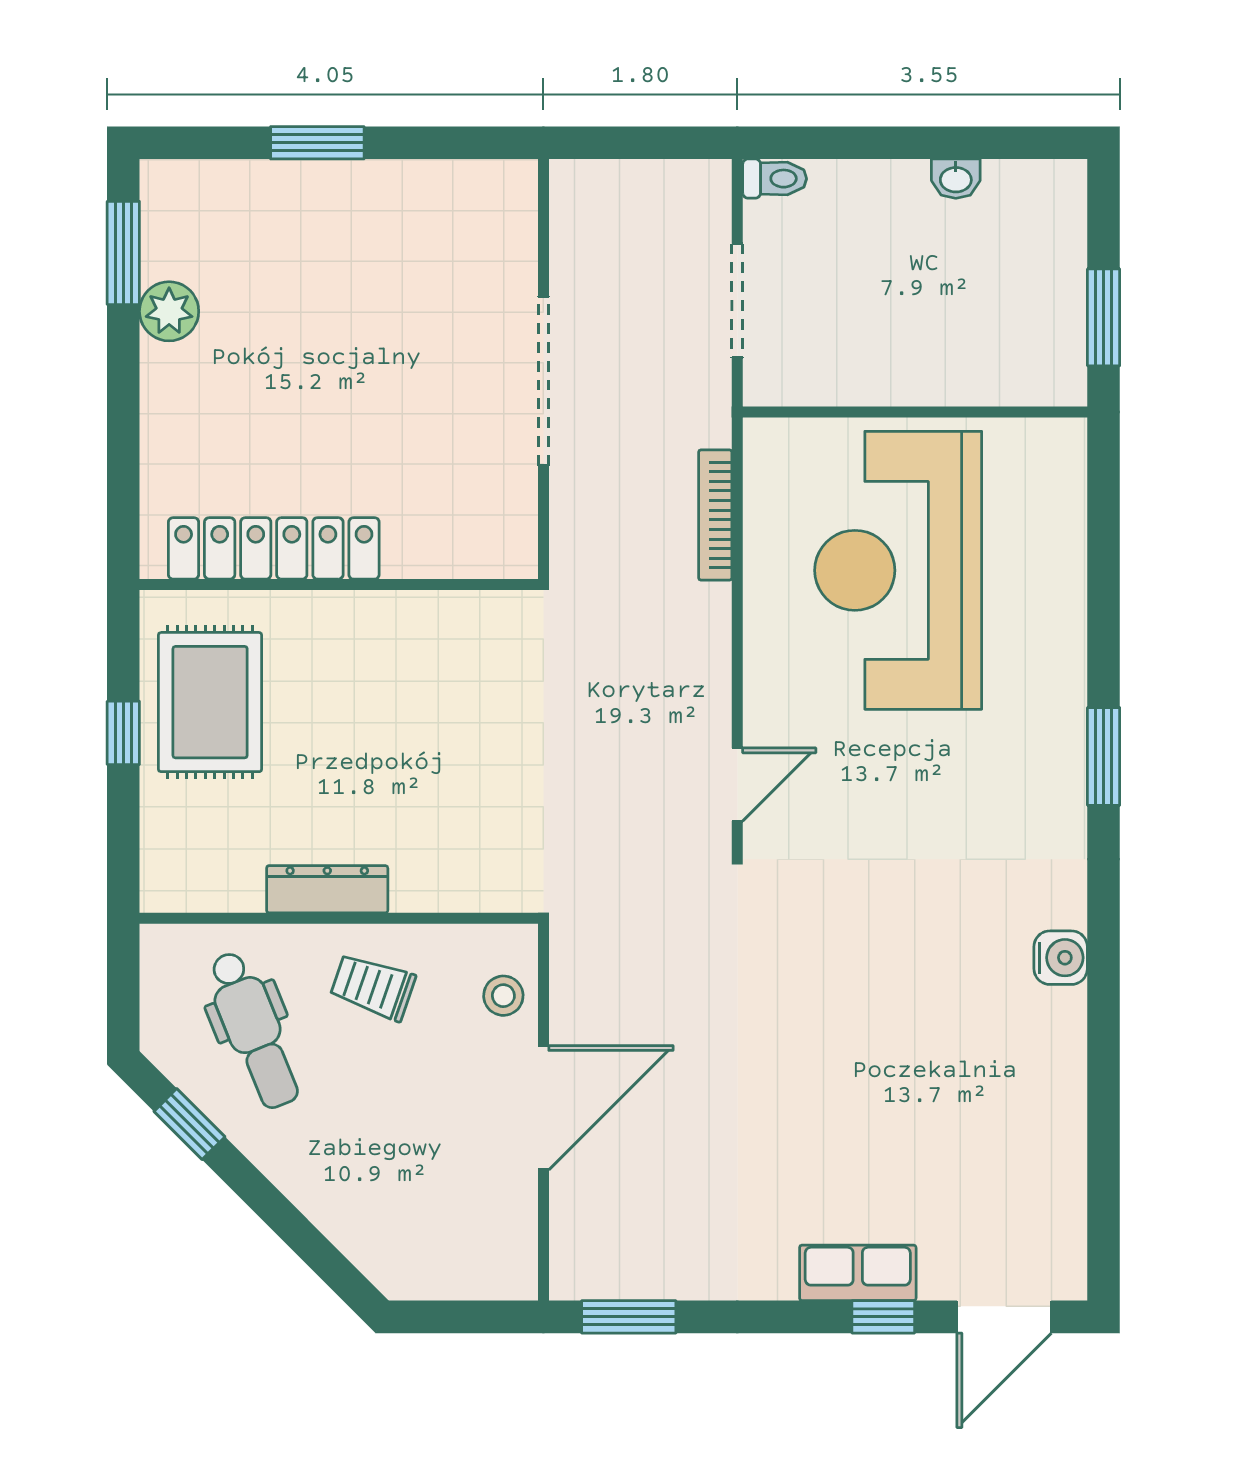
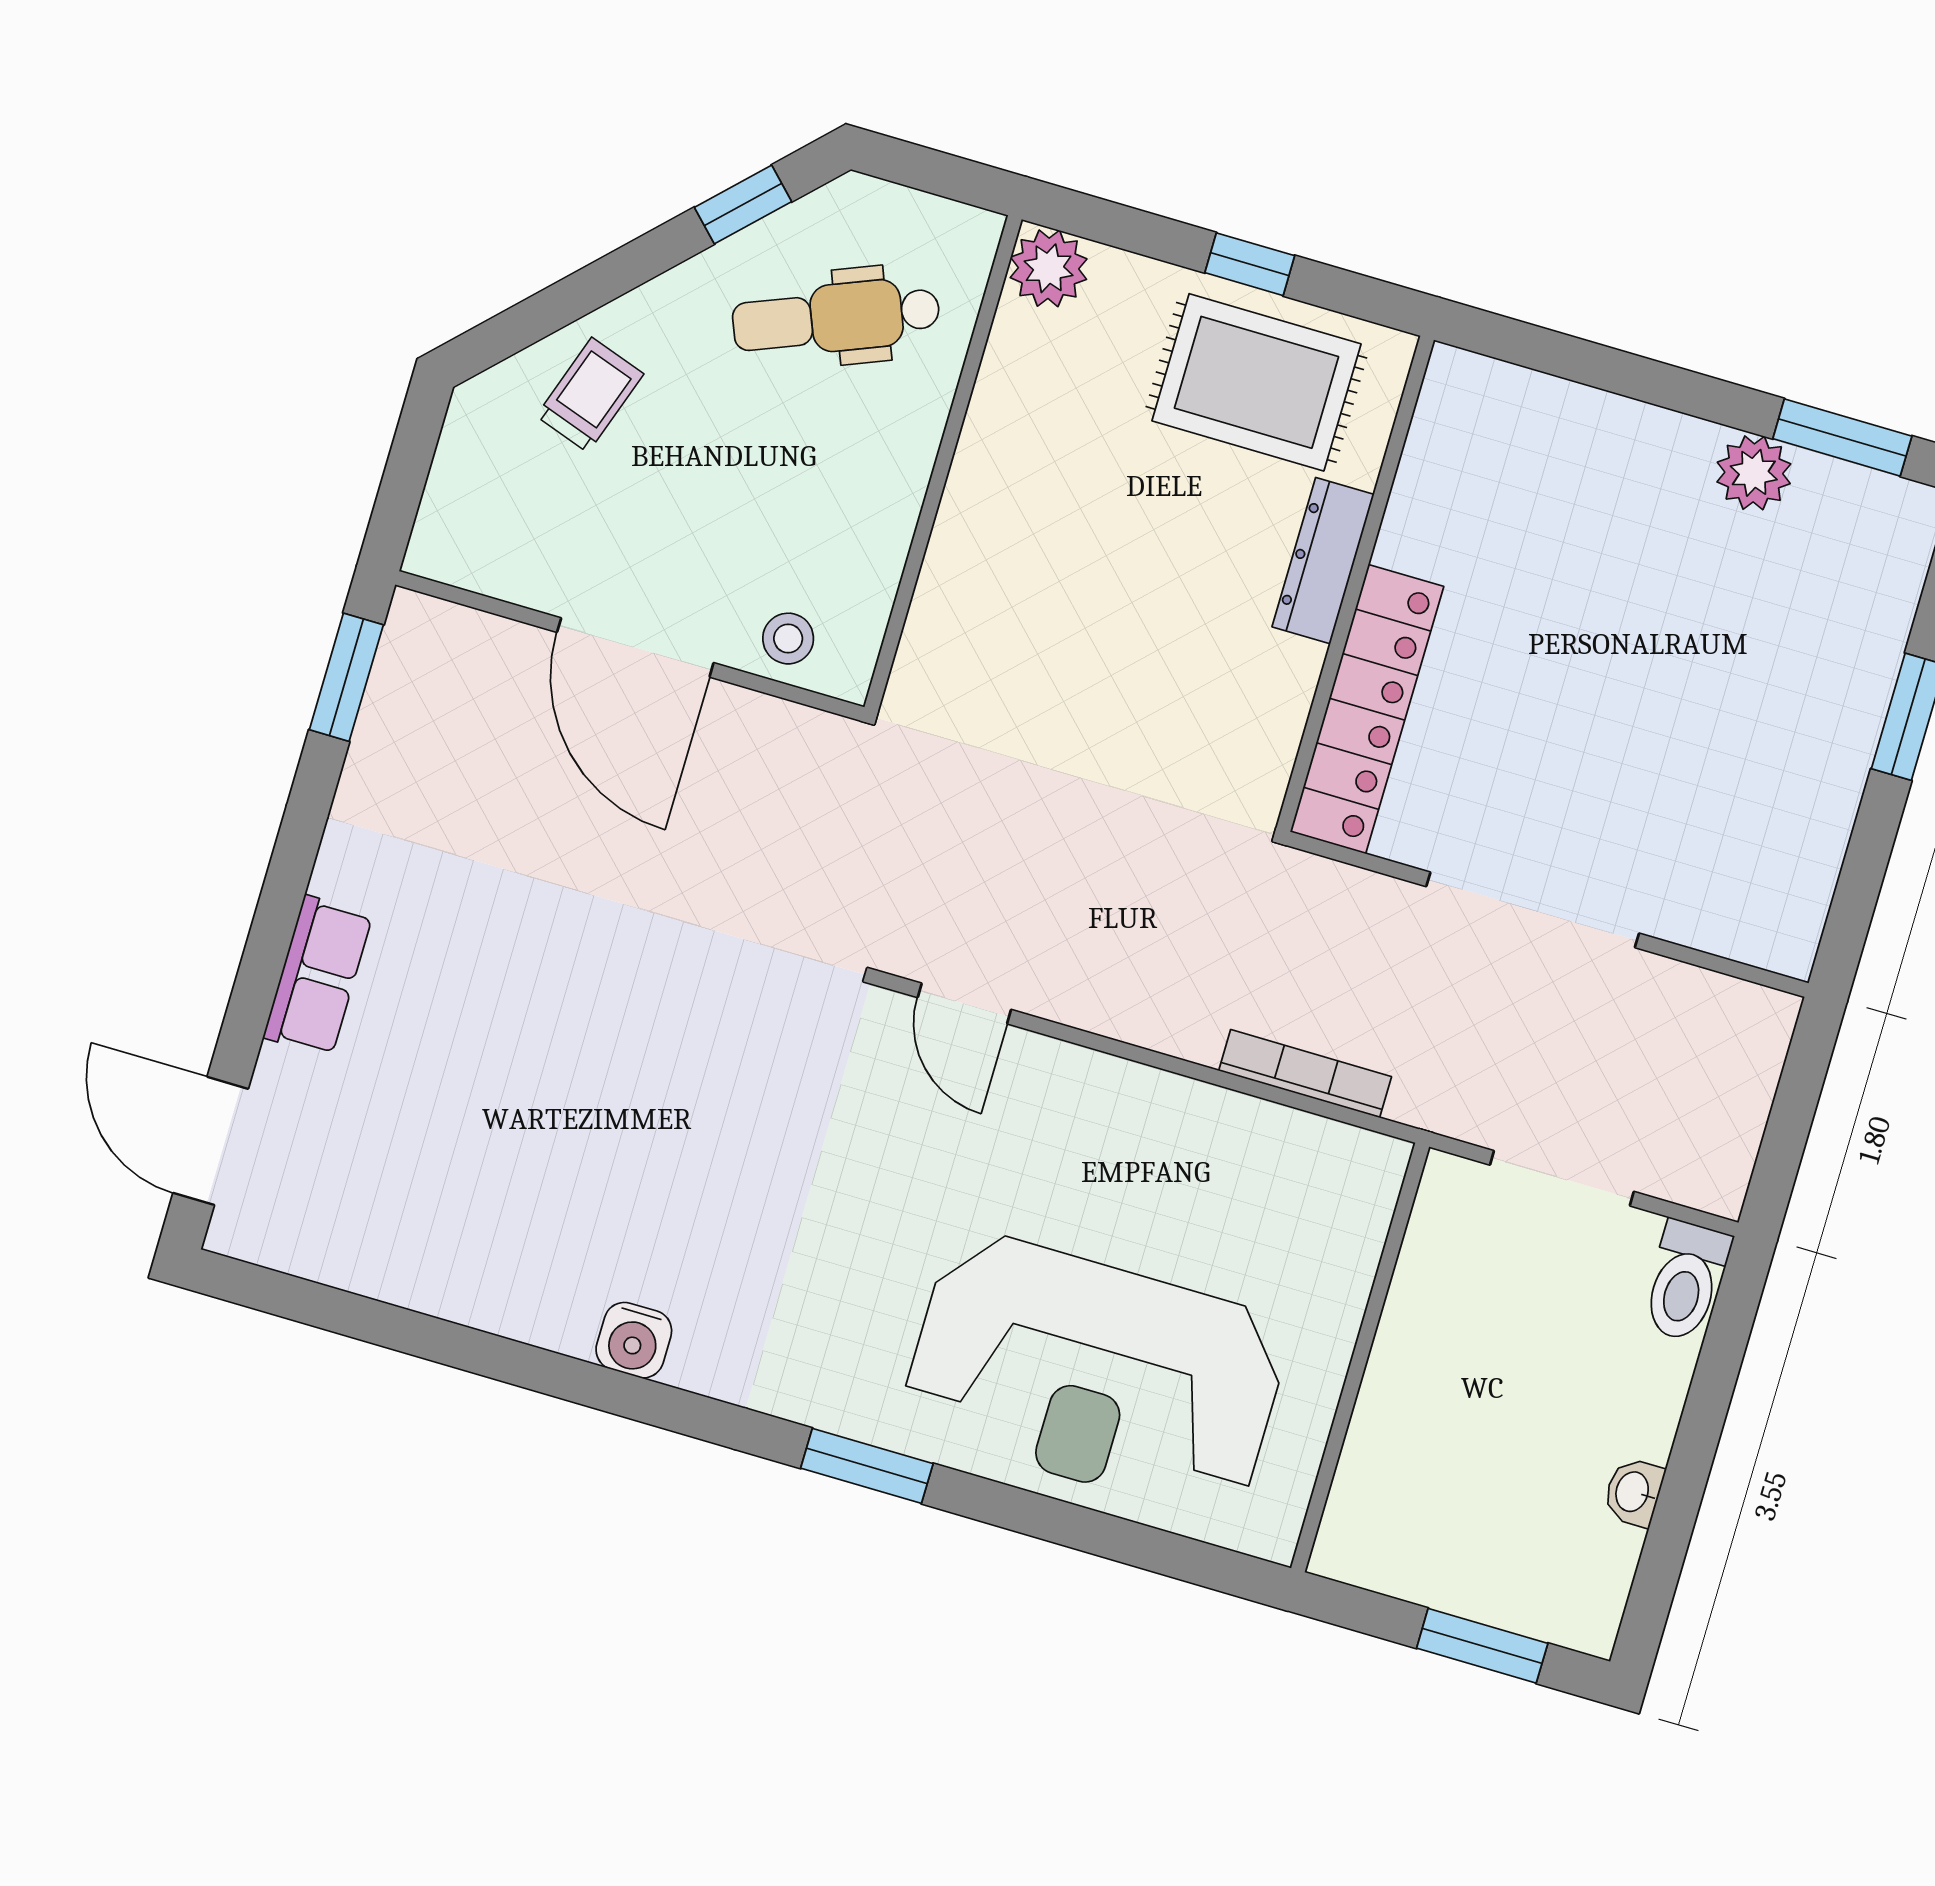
toilet: (775, 179) -> (1686, 1281), width x1.37, depth x1.39
window: (1104, 317) -> (1482, 1646), moved
locker: (274, 548) -> (1367, 709), moved
reception desk: (898, 570) -> (1095, 1374), moved, turned 180
plant: (170, 882) -> (1049, 268), added
dresser: (327, 889) -> (1323, 561), moved, turned 180
trolley: (373, 987) -> (590, 395), moved
window: (883, 1317) -> (254, 992), removed

